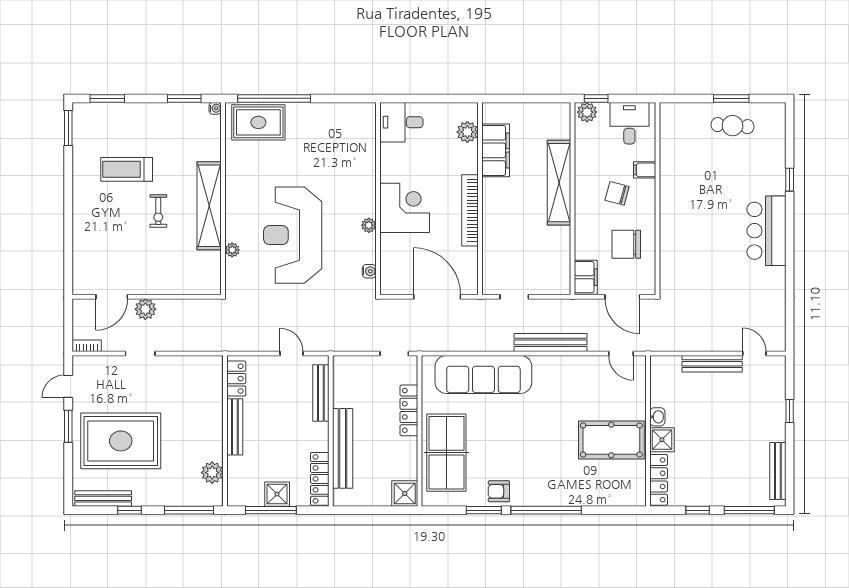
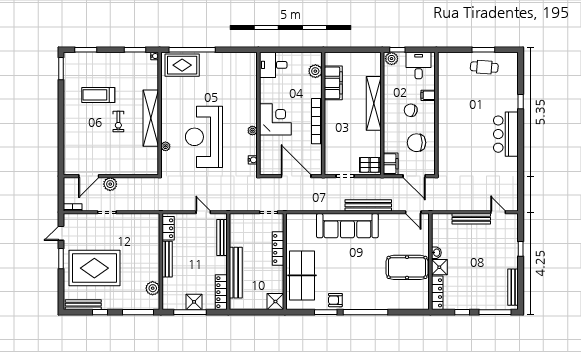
pallet: (553, 279) -> (370, 165), added
sofa: (483, 374) -> (347, 226), moved

